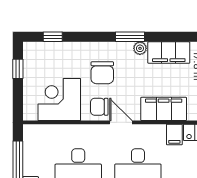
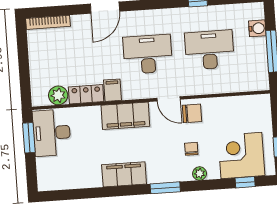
plant: (140, 48) -> (200, 173), moved
chair: (102, 73) -> (191, 149), width x0.54, depth x0.54
corner desk: (59, 100) -> (241, 155), moved, turned 180

